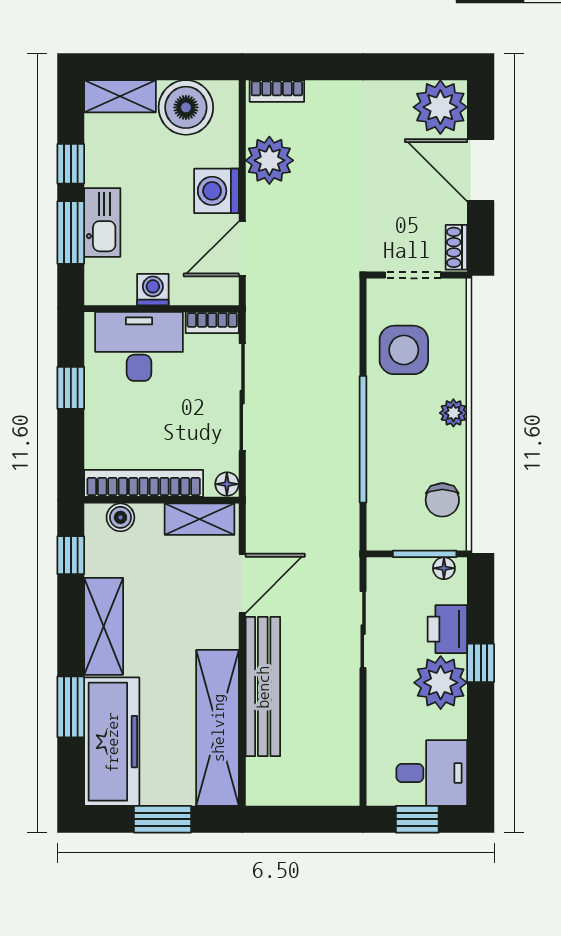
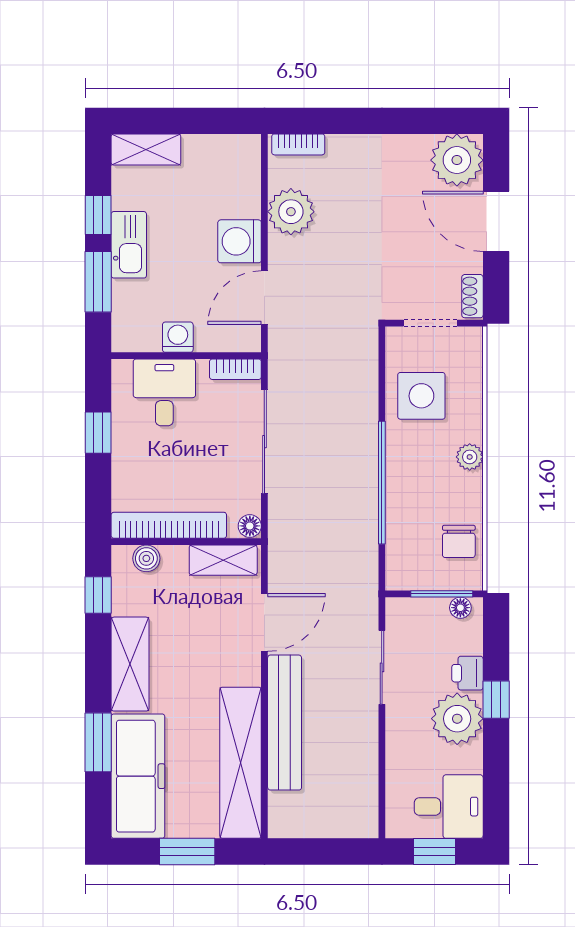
boiler: (186, 107) -> (210, 160), removed
kitchen sink: (102, 222) -> (129, 245), moved
desk: (139, 346) -> (164, 392), width x0.73
printer: (447, 629) -> (467, 673), width x0.73, depth x0.81

